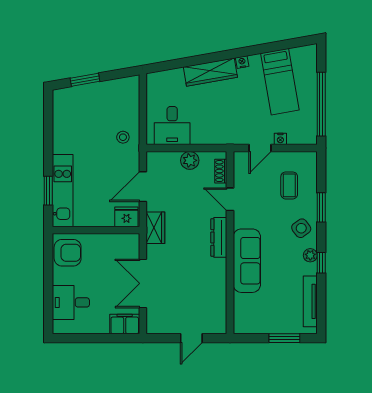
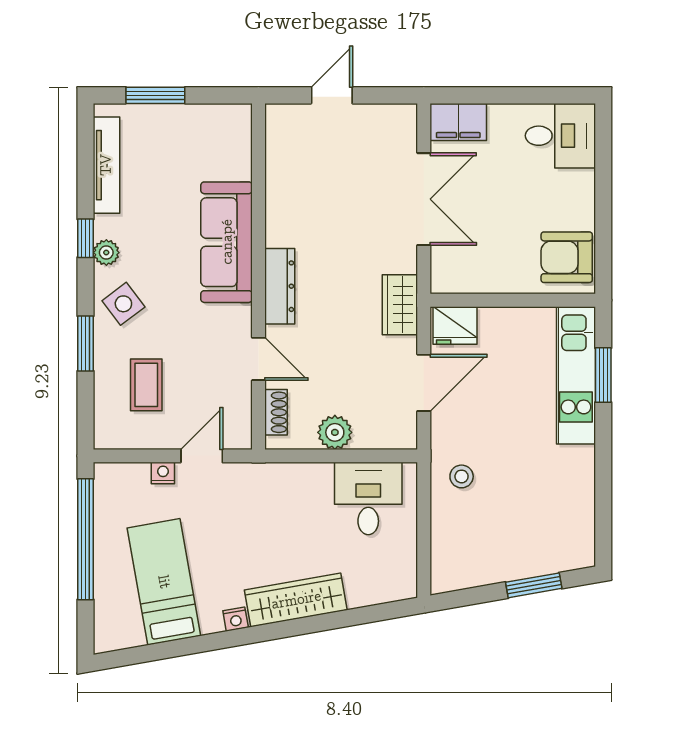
desk: (71, 302) -> (560, 136), moved

